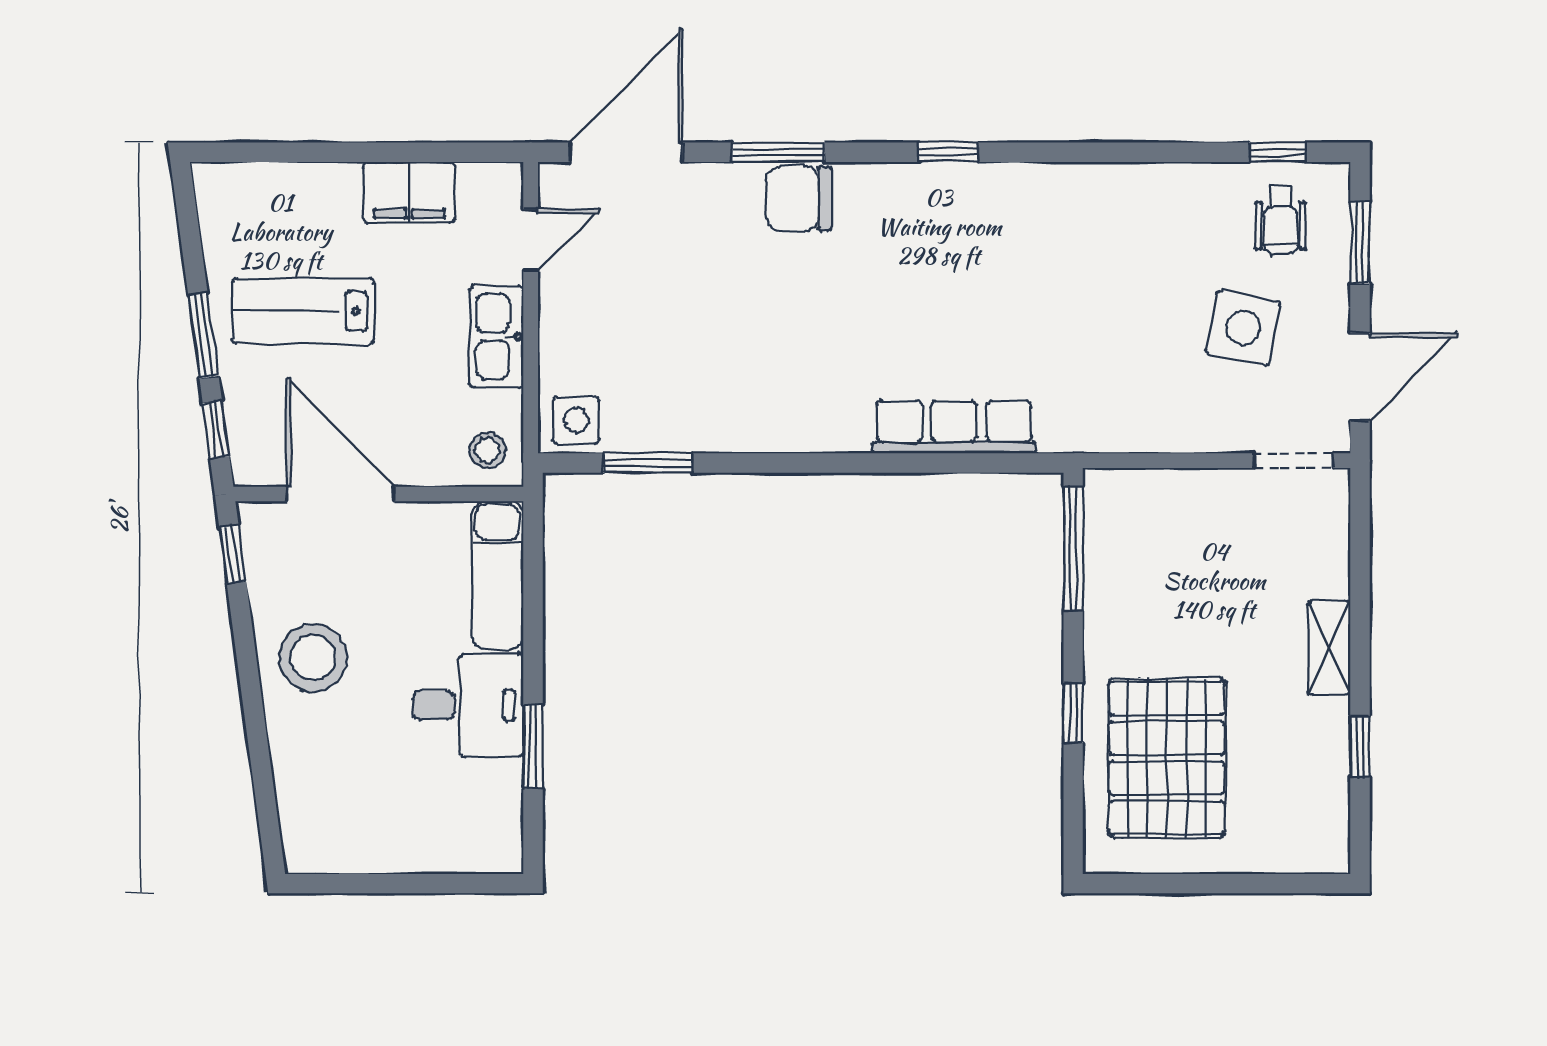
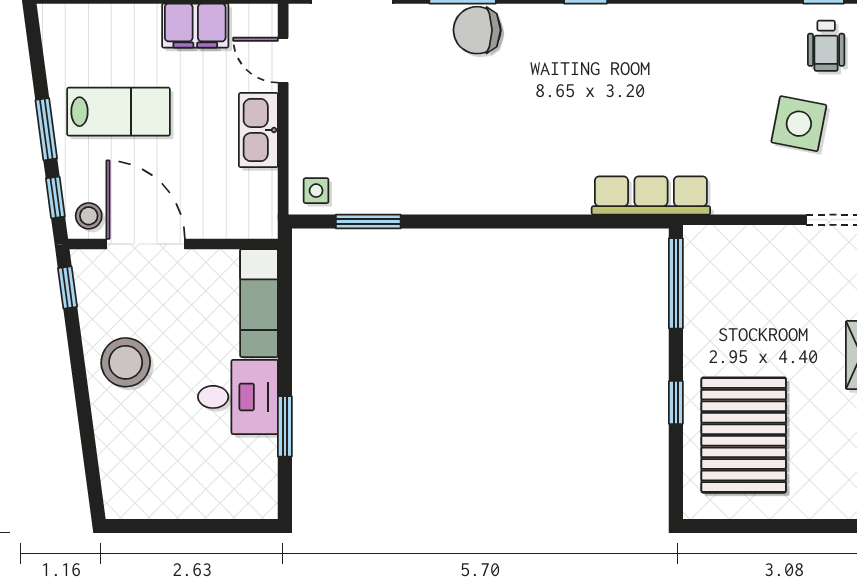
door: (531, 240) -> (283, 60), swing flipped
lab bench: (303, 311) -> (119, 112), turned 180
side table: (576, 420) -> (316, 191), width x0.73, depth x0.73
row of seats: (954, 427) -> (651, 195), moved
stool: (487, 450) -> (89, 216), moved

